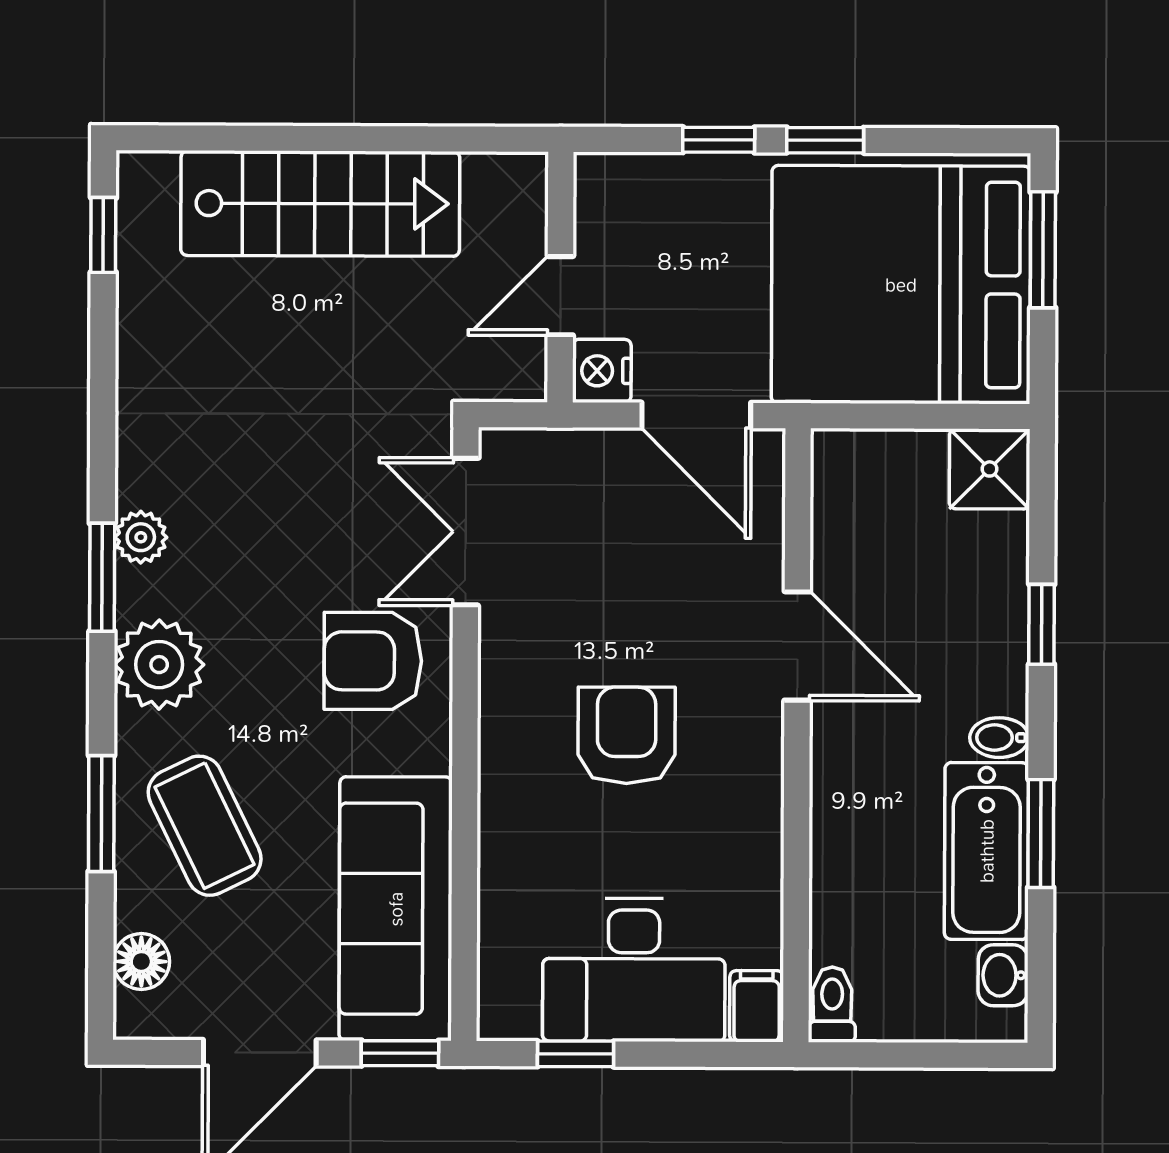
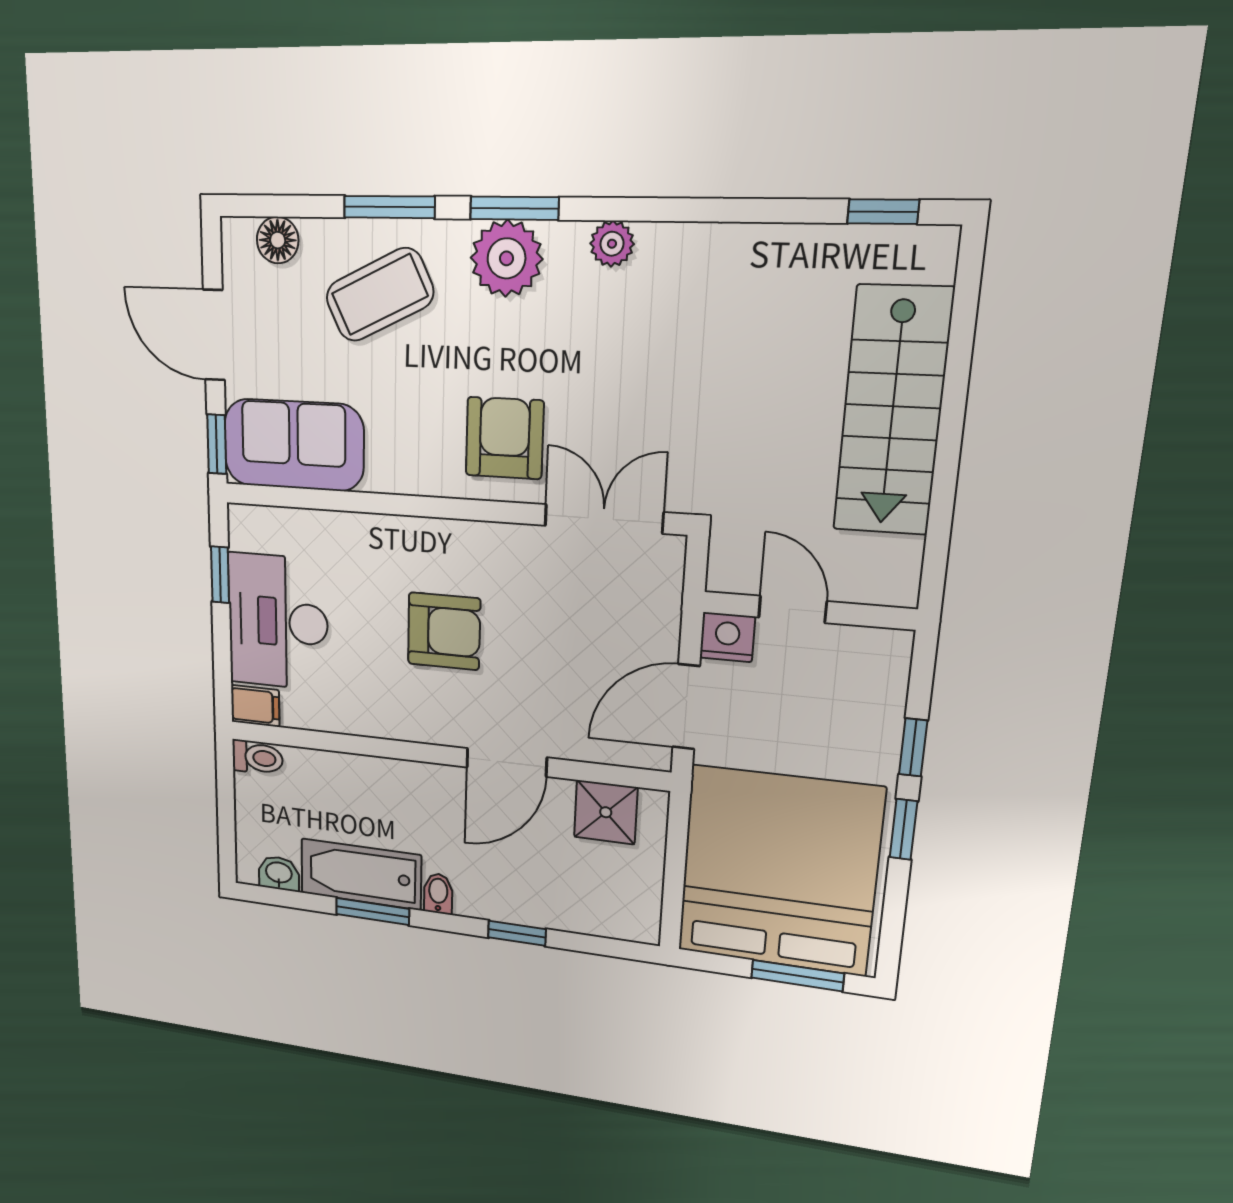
shower: (990, 469) -> (606, 812), moved
window: (102, 577) -> (514, 208), moved
sofa: (396, 909) -> (294, 445), width x0.73

